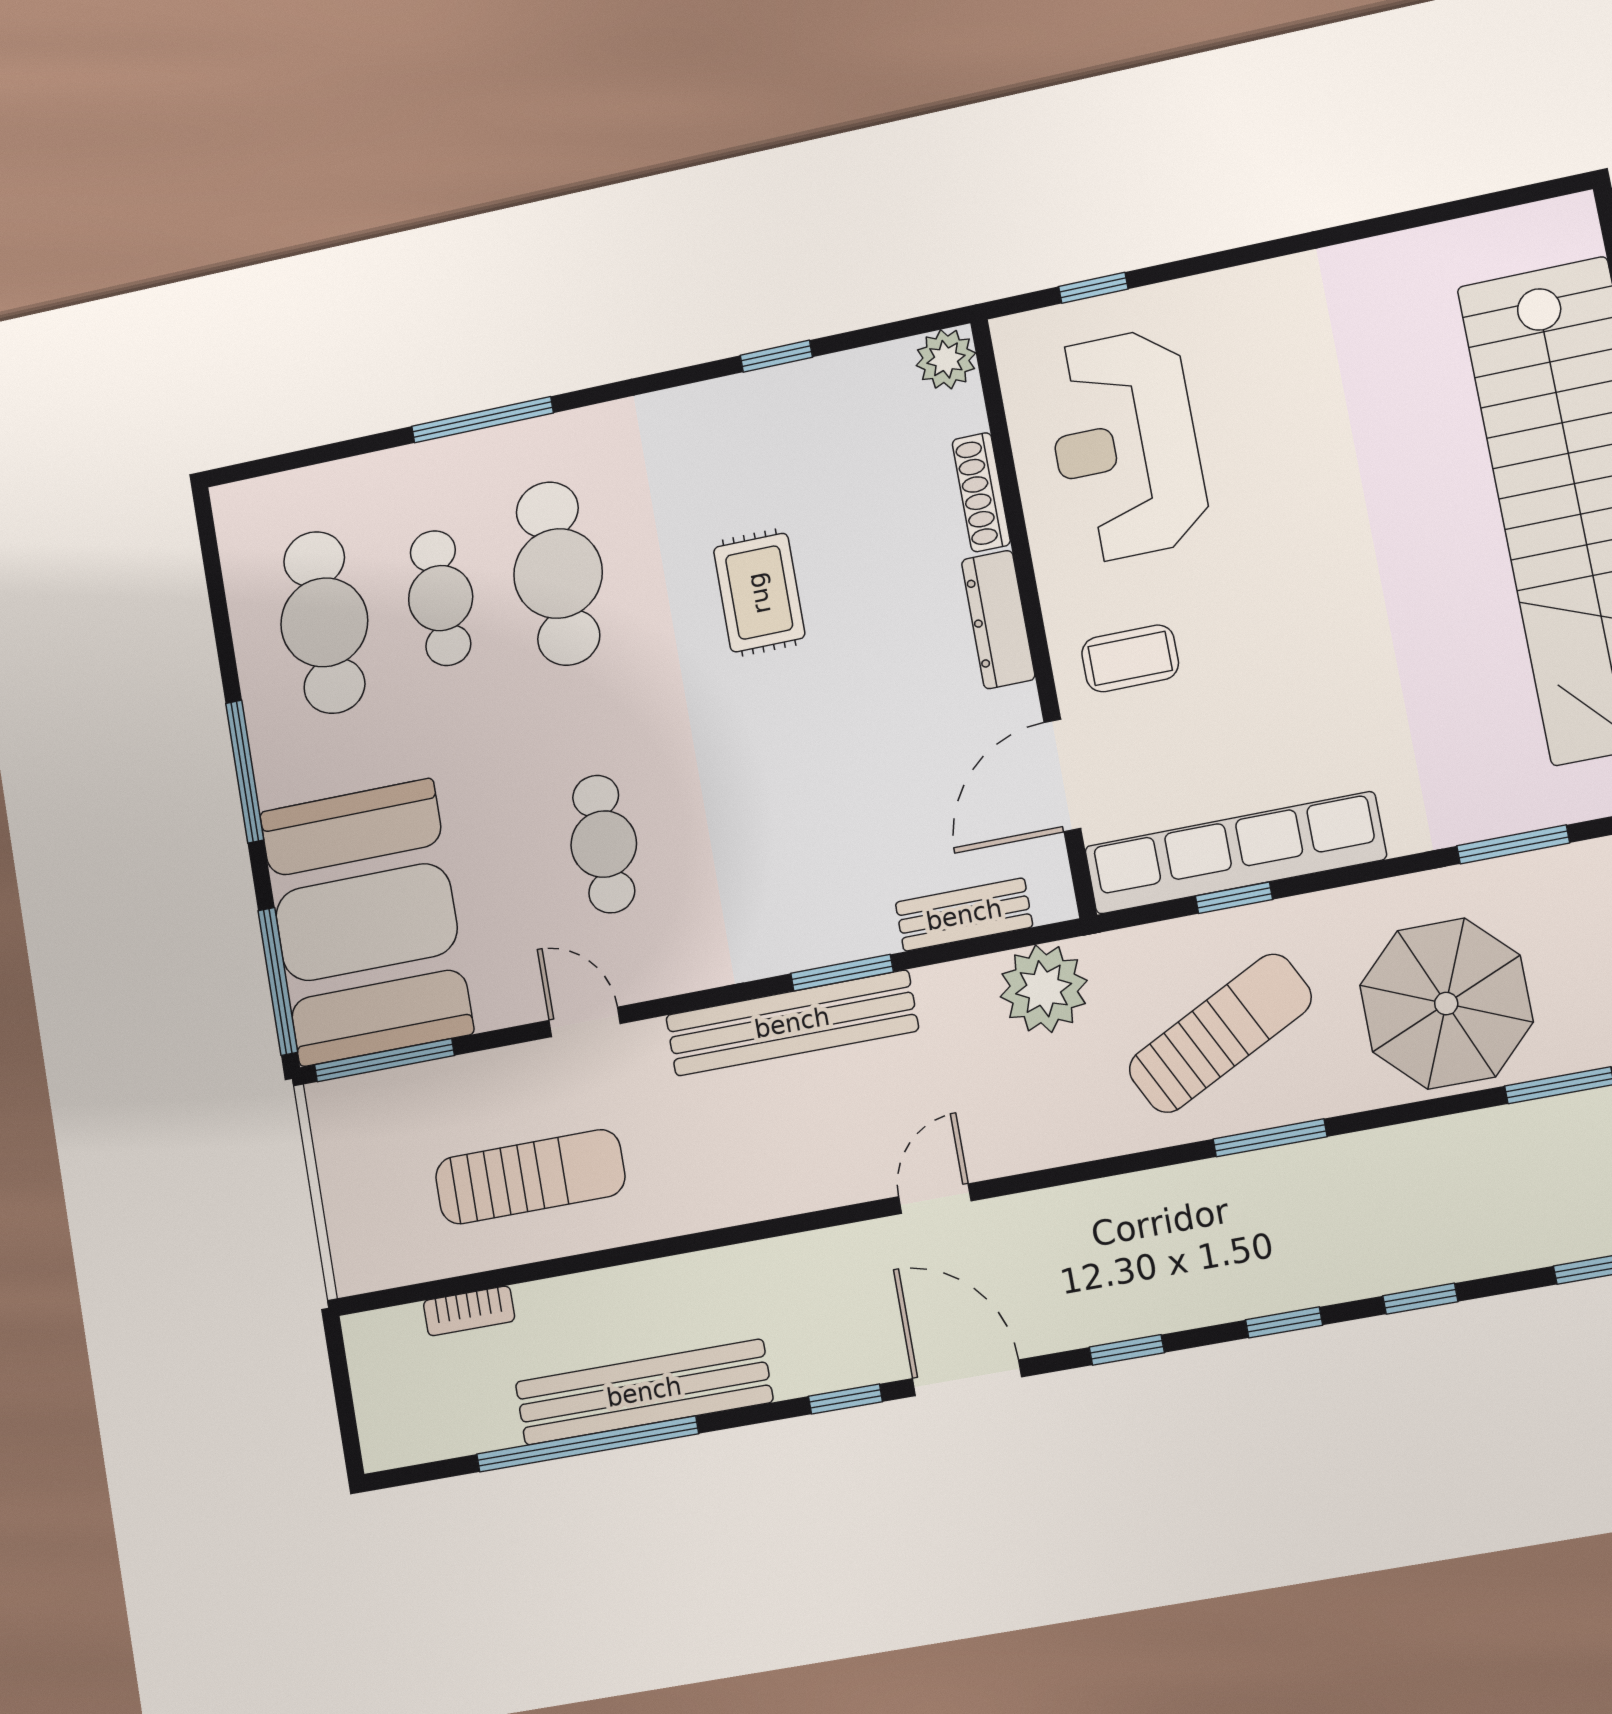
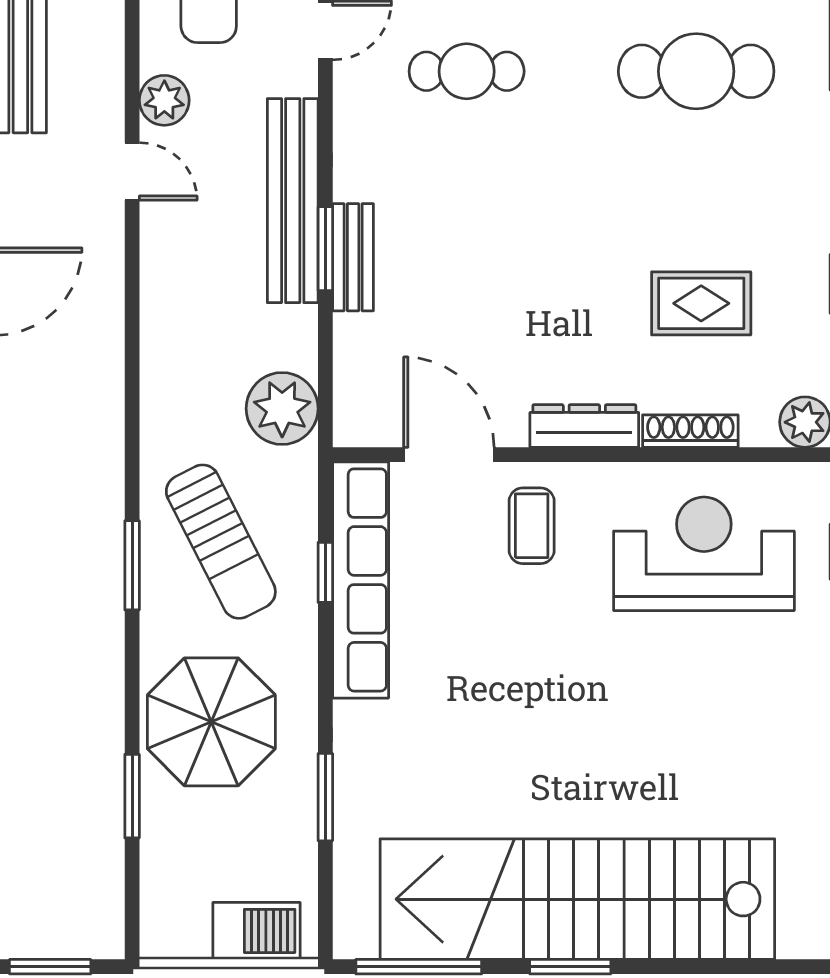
rug: (759, 593) -> (701, 303), moved
bench: (964, 915) -> (353, 257), moved
door: (935, 1199) -> (132, 171), moved
plant: (699, 1201) -> (164, 100), added

